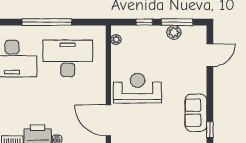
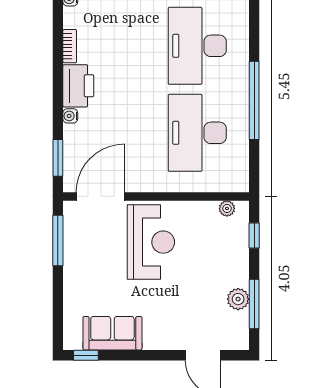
window: (144, 22) -> (254, 235), moved
desk: (68, 58) -> (197, 133), turned 180

